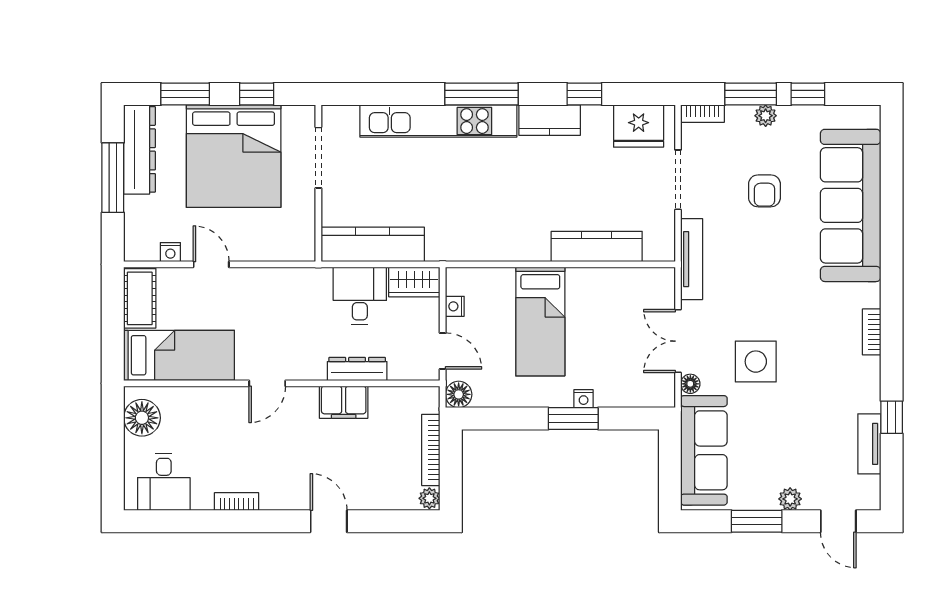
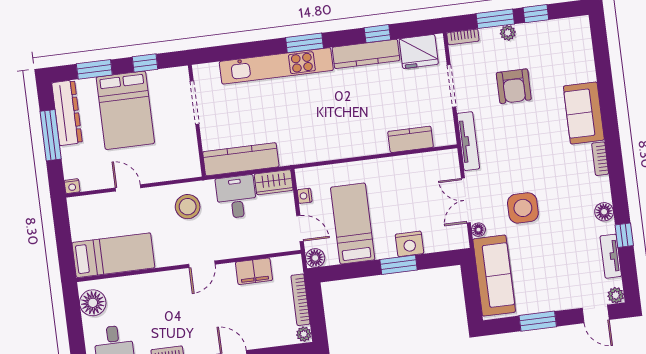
window: (482, 94) -> (304, 43), width x0.69
kitchen counter: (550, 120) -> (366, 54), width x1.50
bed: (234, 156) -> (125, 110), width x0.73
armchair: (764, 191) -> (514, 86), width x1.38, depth x1.38
sofa: (851, 205) -> (584, 113), width x0.54, depth x0.79
kitchen counter: (597, 246) -> (411, 139), width x0.67
nightstand: (170, 252) -> (72, 186), moved
cot: (140, 298) -> (81, 218), removed
stool: (291, 301) -> (188, 207), added
bed: (540, 321) -> (353, 224), moved, turned 180
bookcase: (872, 332) -> (600, 159), moved
dresser: (357, 369) -> (241, 249), removed
floor lamp: (868, 381) -> (604, 212), added
door: (267, 383) -> (202, 264), moved
nightstand: (584, 399) -> (409, 244), width x1.89, depth x1.79
filing cabinet: (344, 402) -> (254, 271), moved
plant: (790, 499) -> (616, 295), moved

